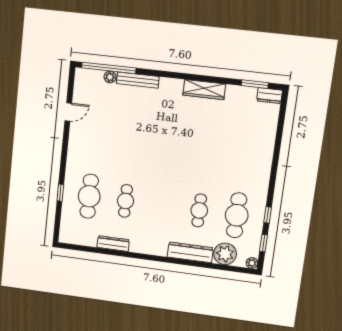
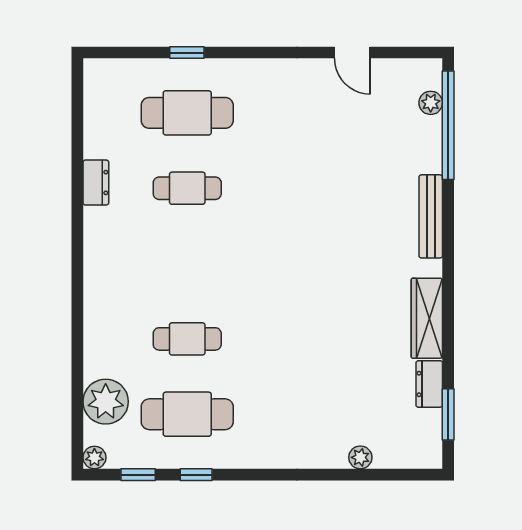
plant: (110, 77) -> (431, 103), moved
bench: (138, 80) -> (431, 216), moved
dresser: (269, 96) -> (429, 384), moved
plant: (271, 132) -> (360, 457), added
dresser: (113, 244) -> (96, 183), width x0.70
dresser: (190, 252) -> (99, 332), removed

